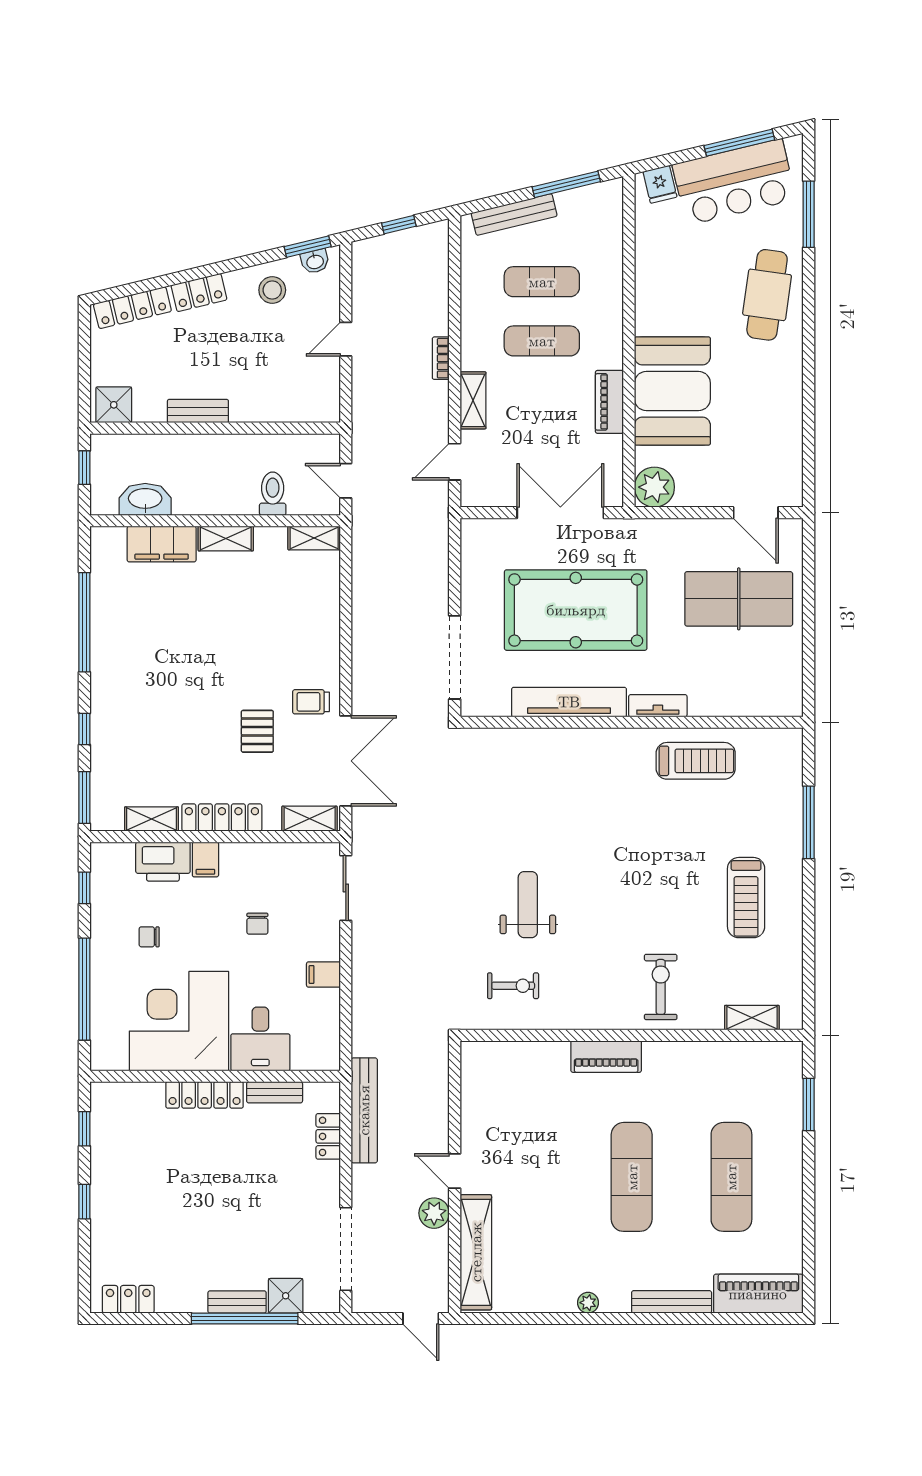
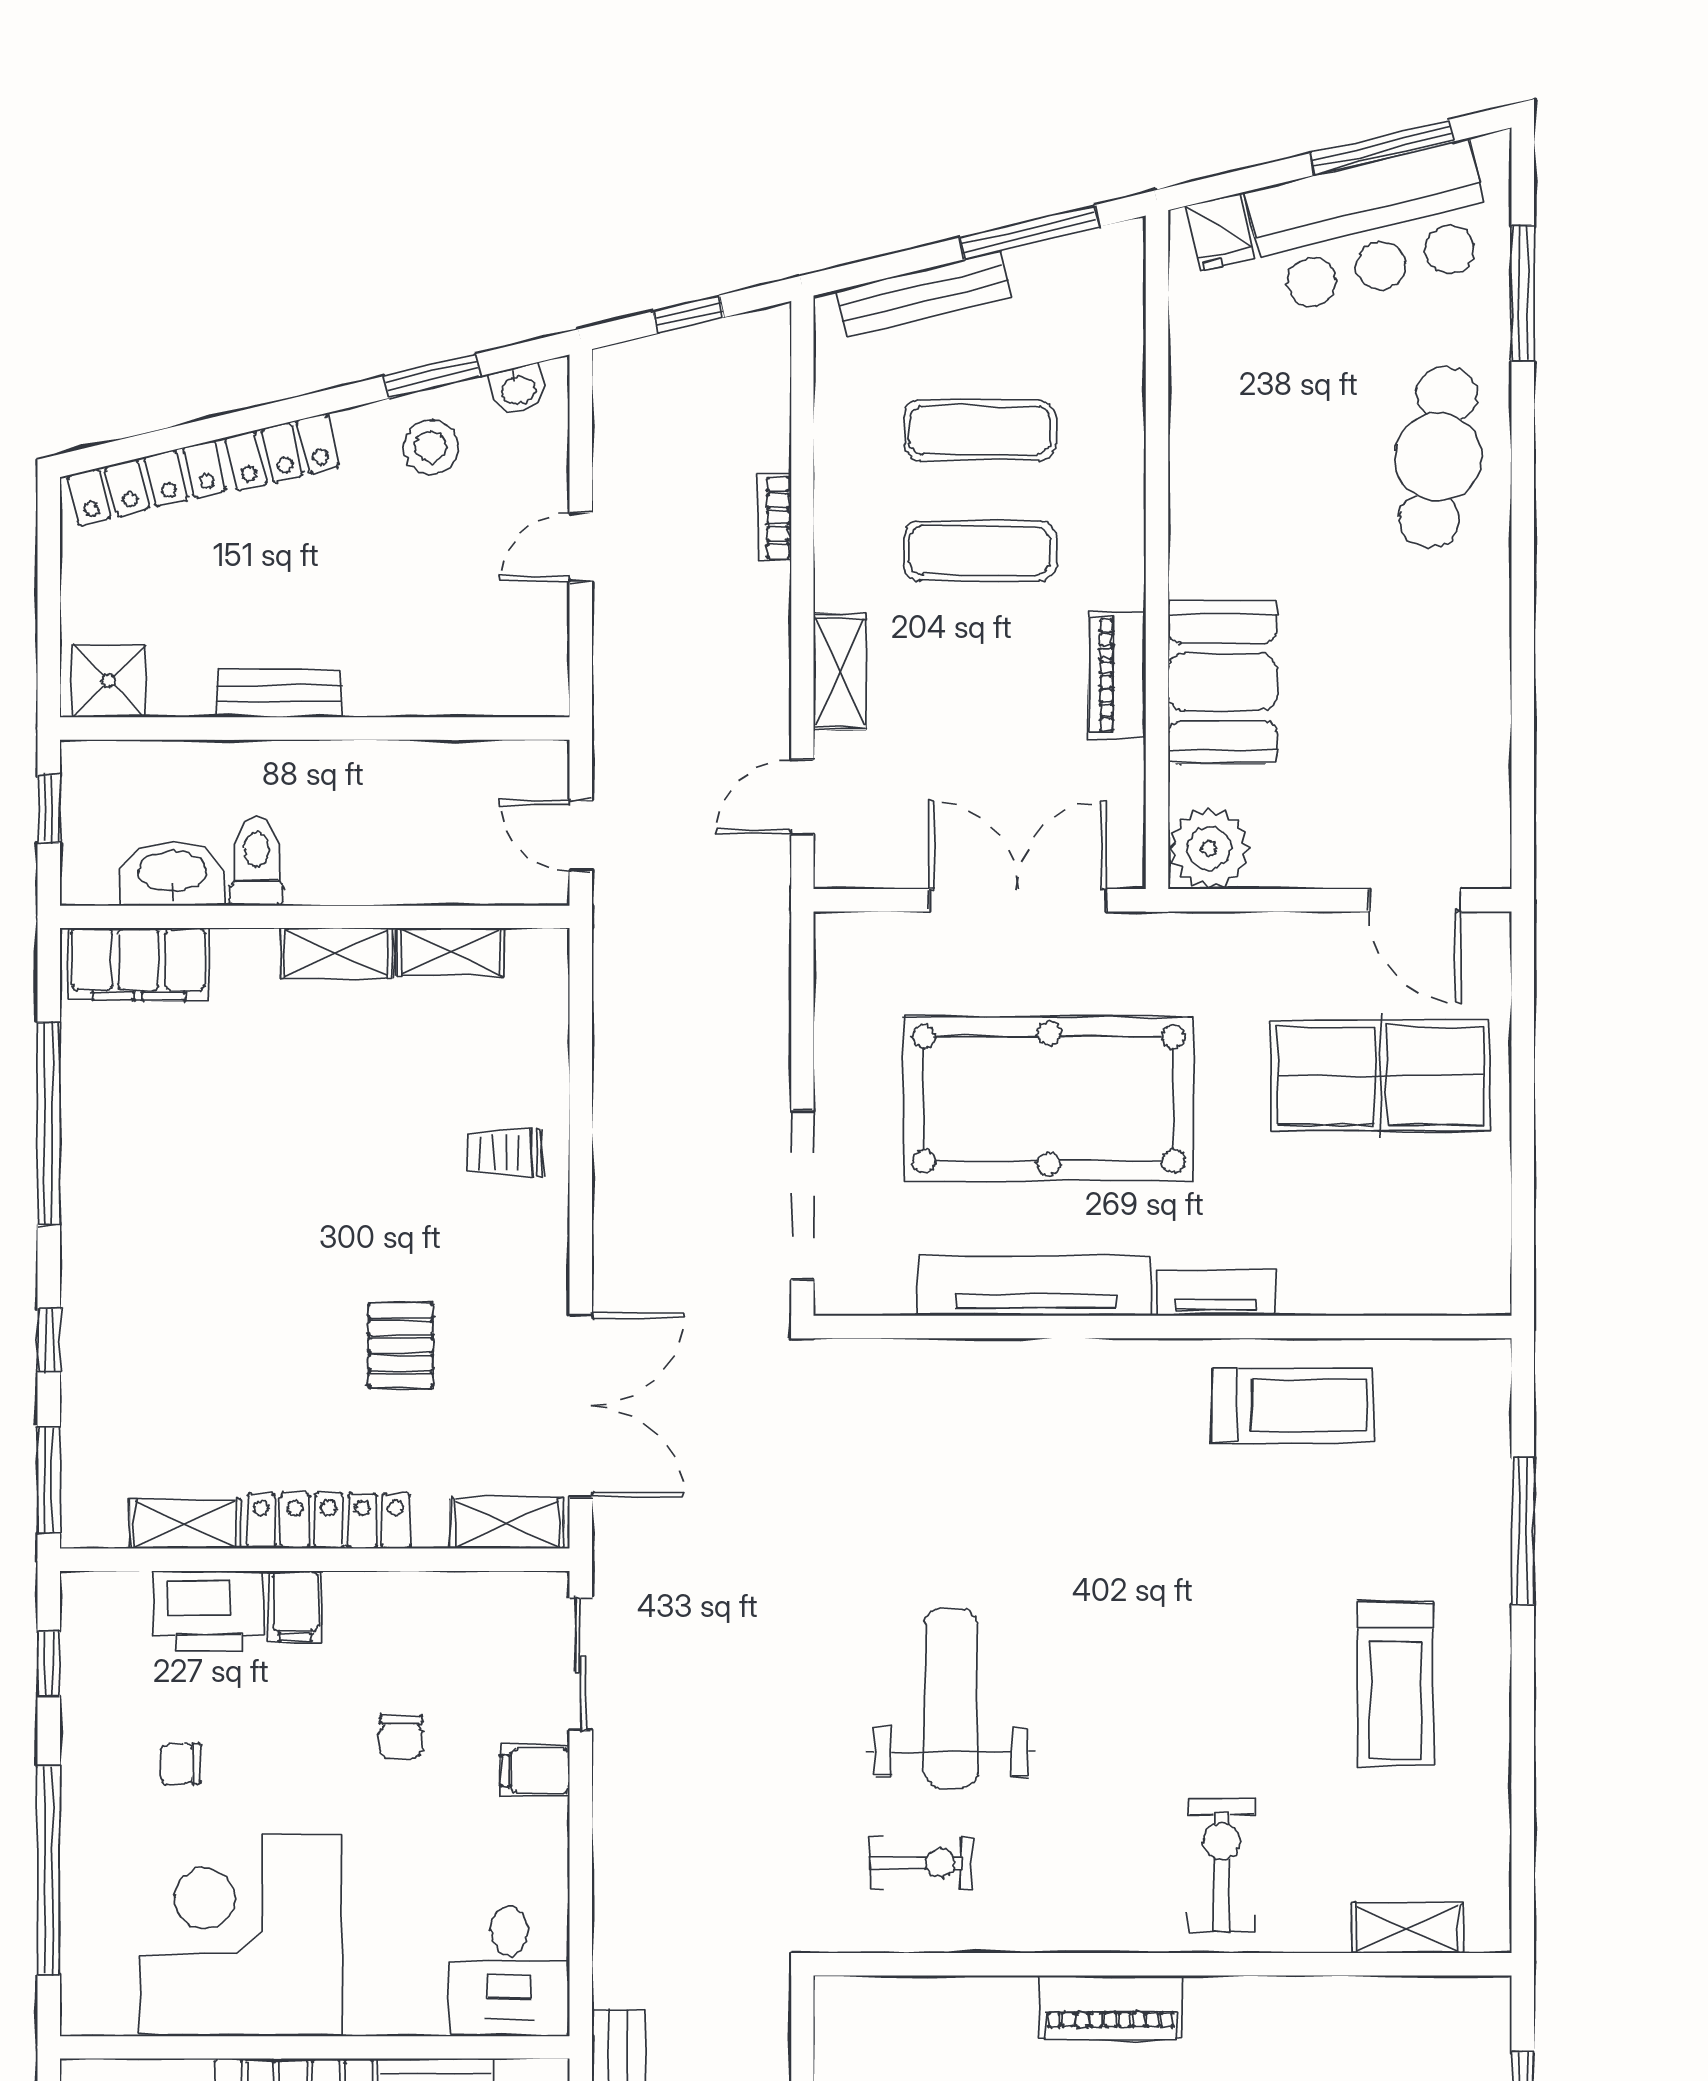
window: (308, 247) -> (432, 376), moved
bookcase: (441, 358) -> (774, 517), moved
booth: (672, 391) -> (1222, 682), width x0.73, depth x0.70
toilet: (273, 494) -> (257, 862), moved
shelving: (314, 538) -> (450, 952), moved
filing cabinet: (162, 544) -> (138, 964), moved
trolley: (311, 702) -> (505, 1152), moved
weight bench: (528, 905) -> (951, 1698), width x1.36, depth x1.33
filing cabinet: (323, 975) -> (535, 1771), moved
desk: (260, 1039) -> (509, 1971), moved

